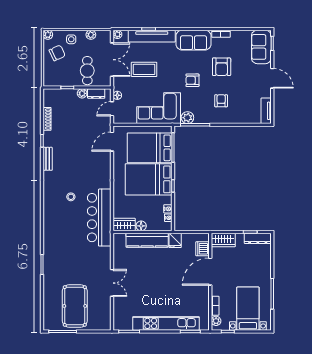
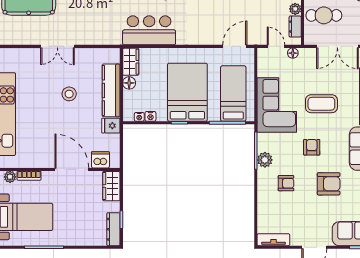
armchair: (222, 67) -> (329, 184), turned 180
coffee table: (144, 69) -> (321, 104), moved, turned 90
plant: (187, 118) -> (265, 160), moved
door: (112, 142) -> (235, 46), hinge flipped
bed: (150, 148) -> (233, 94), width x0.67
bar counter: (99, 218) -> (149, 30), width x0.73
stool: (150, 274) -> (69, 94), added

